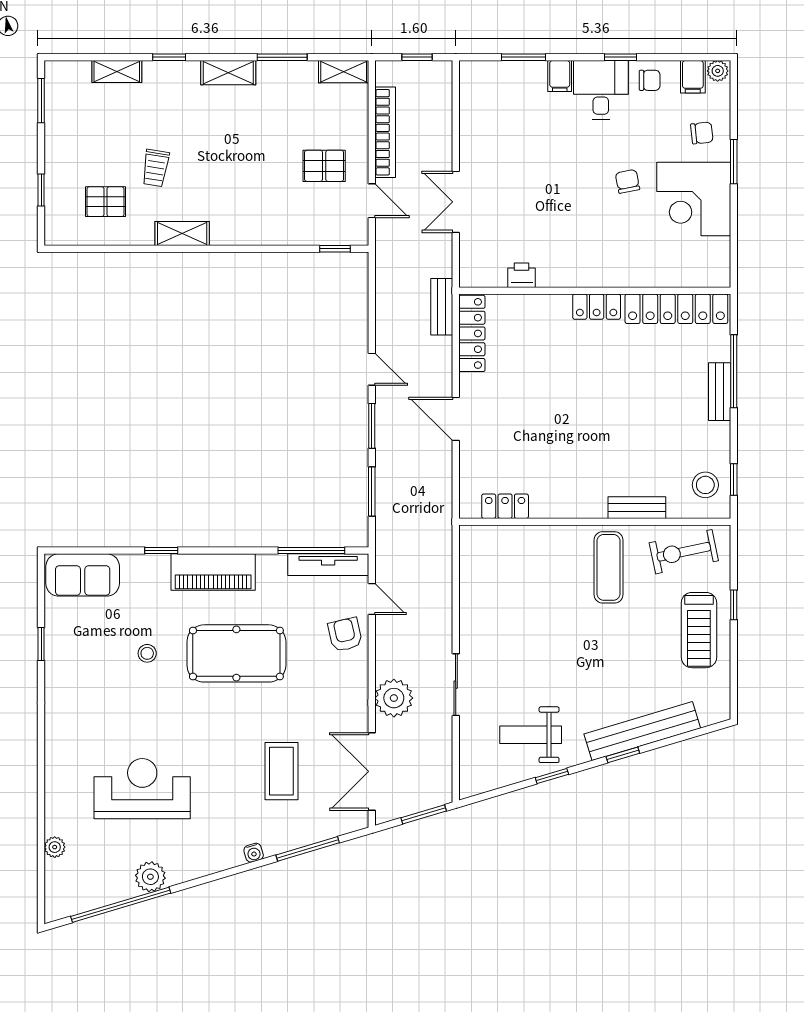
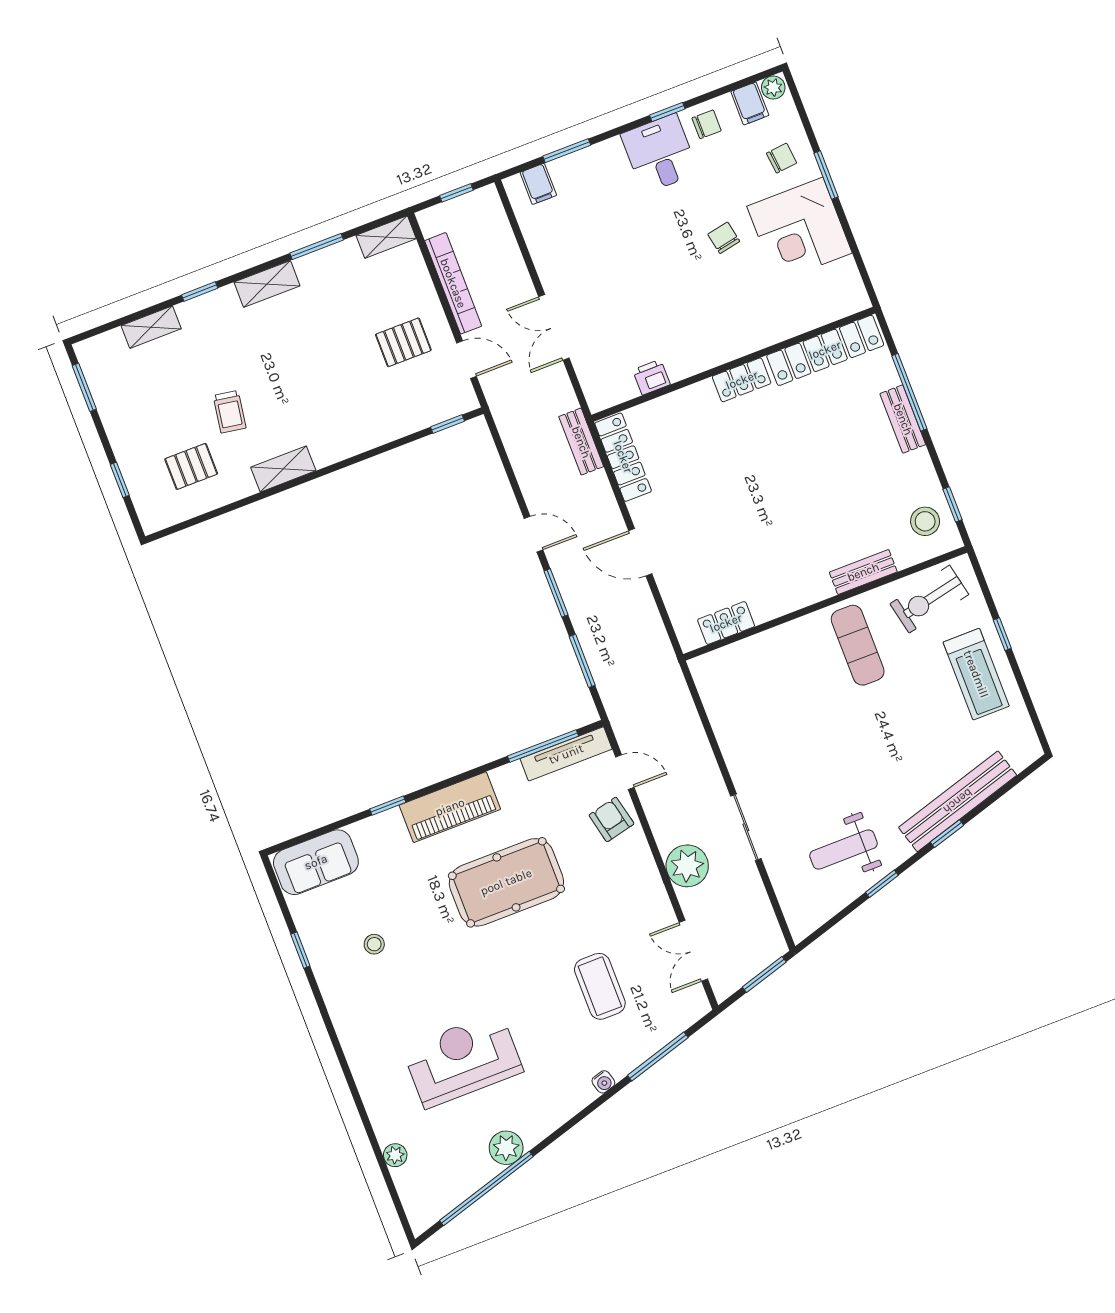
filing cabinet: (560, 76) -> (538, 184), moved
stool: (147, 653) -> (374, 944), moved
double door: (372, 771) -> (693, 951), width x0.73

